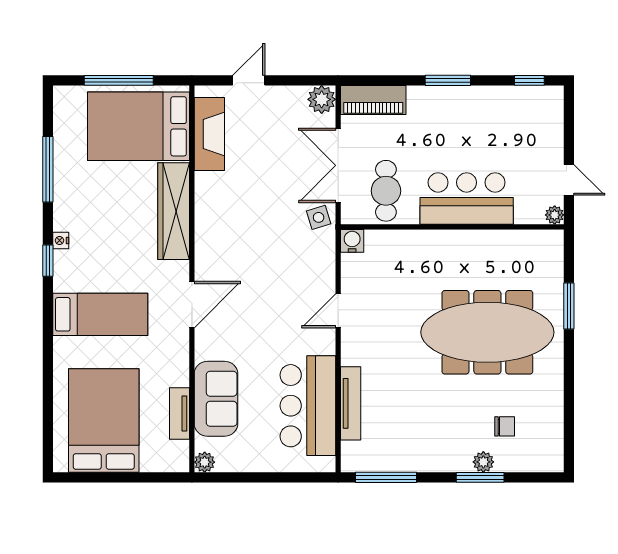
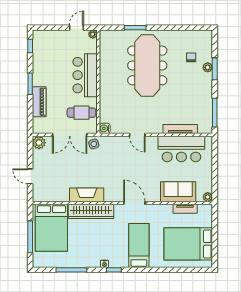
piano: (373, 100) -> (39, 102), moved
fireplace: (209, 134) -> (87, 195), moved

